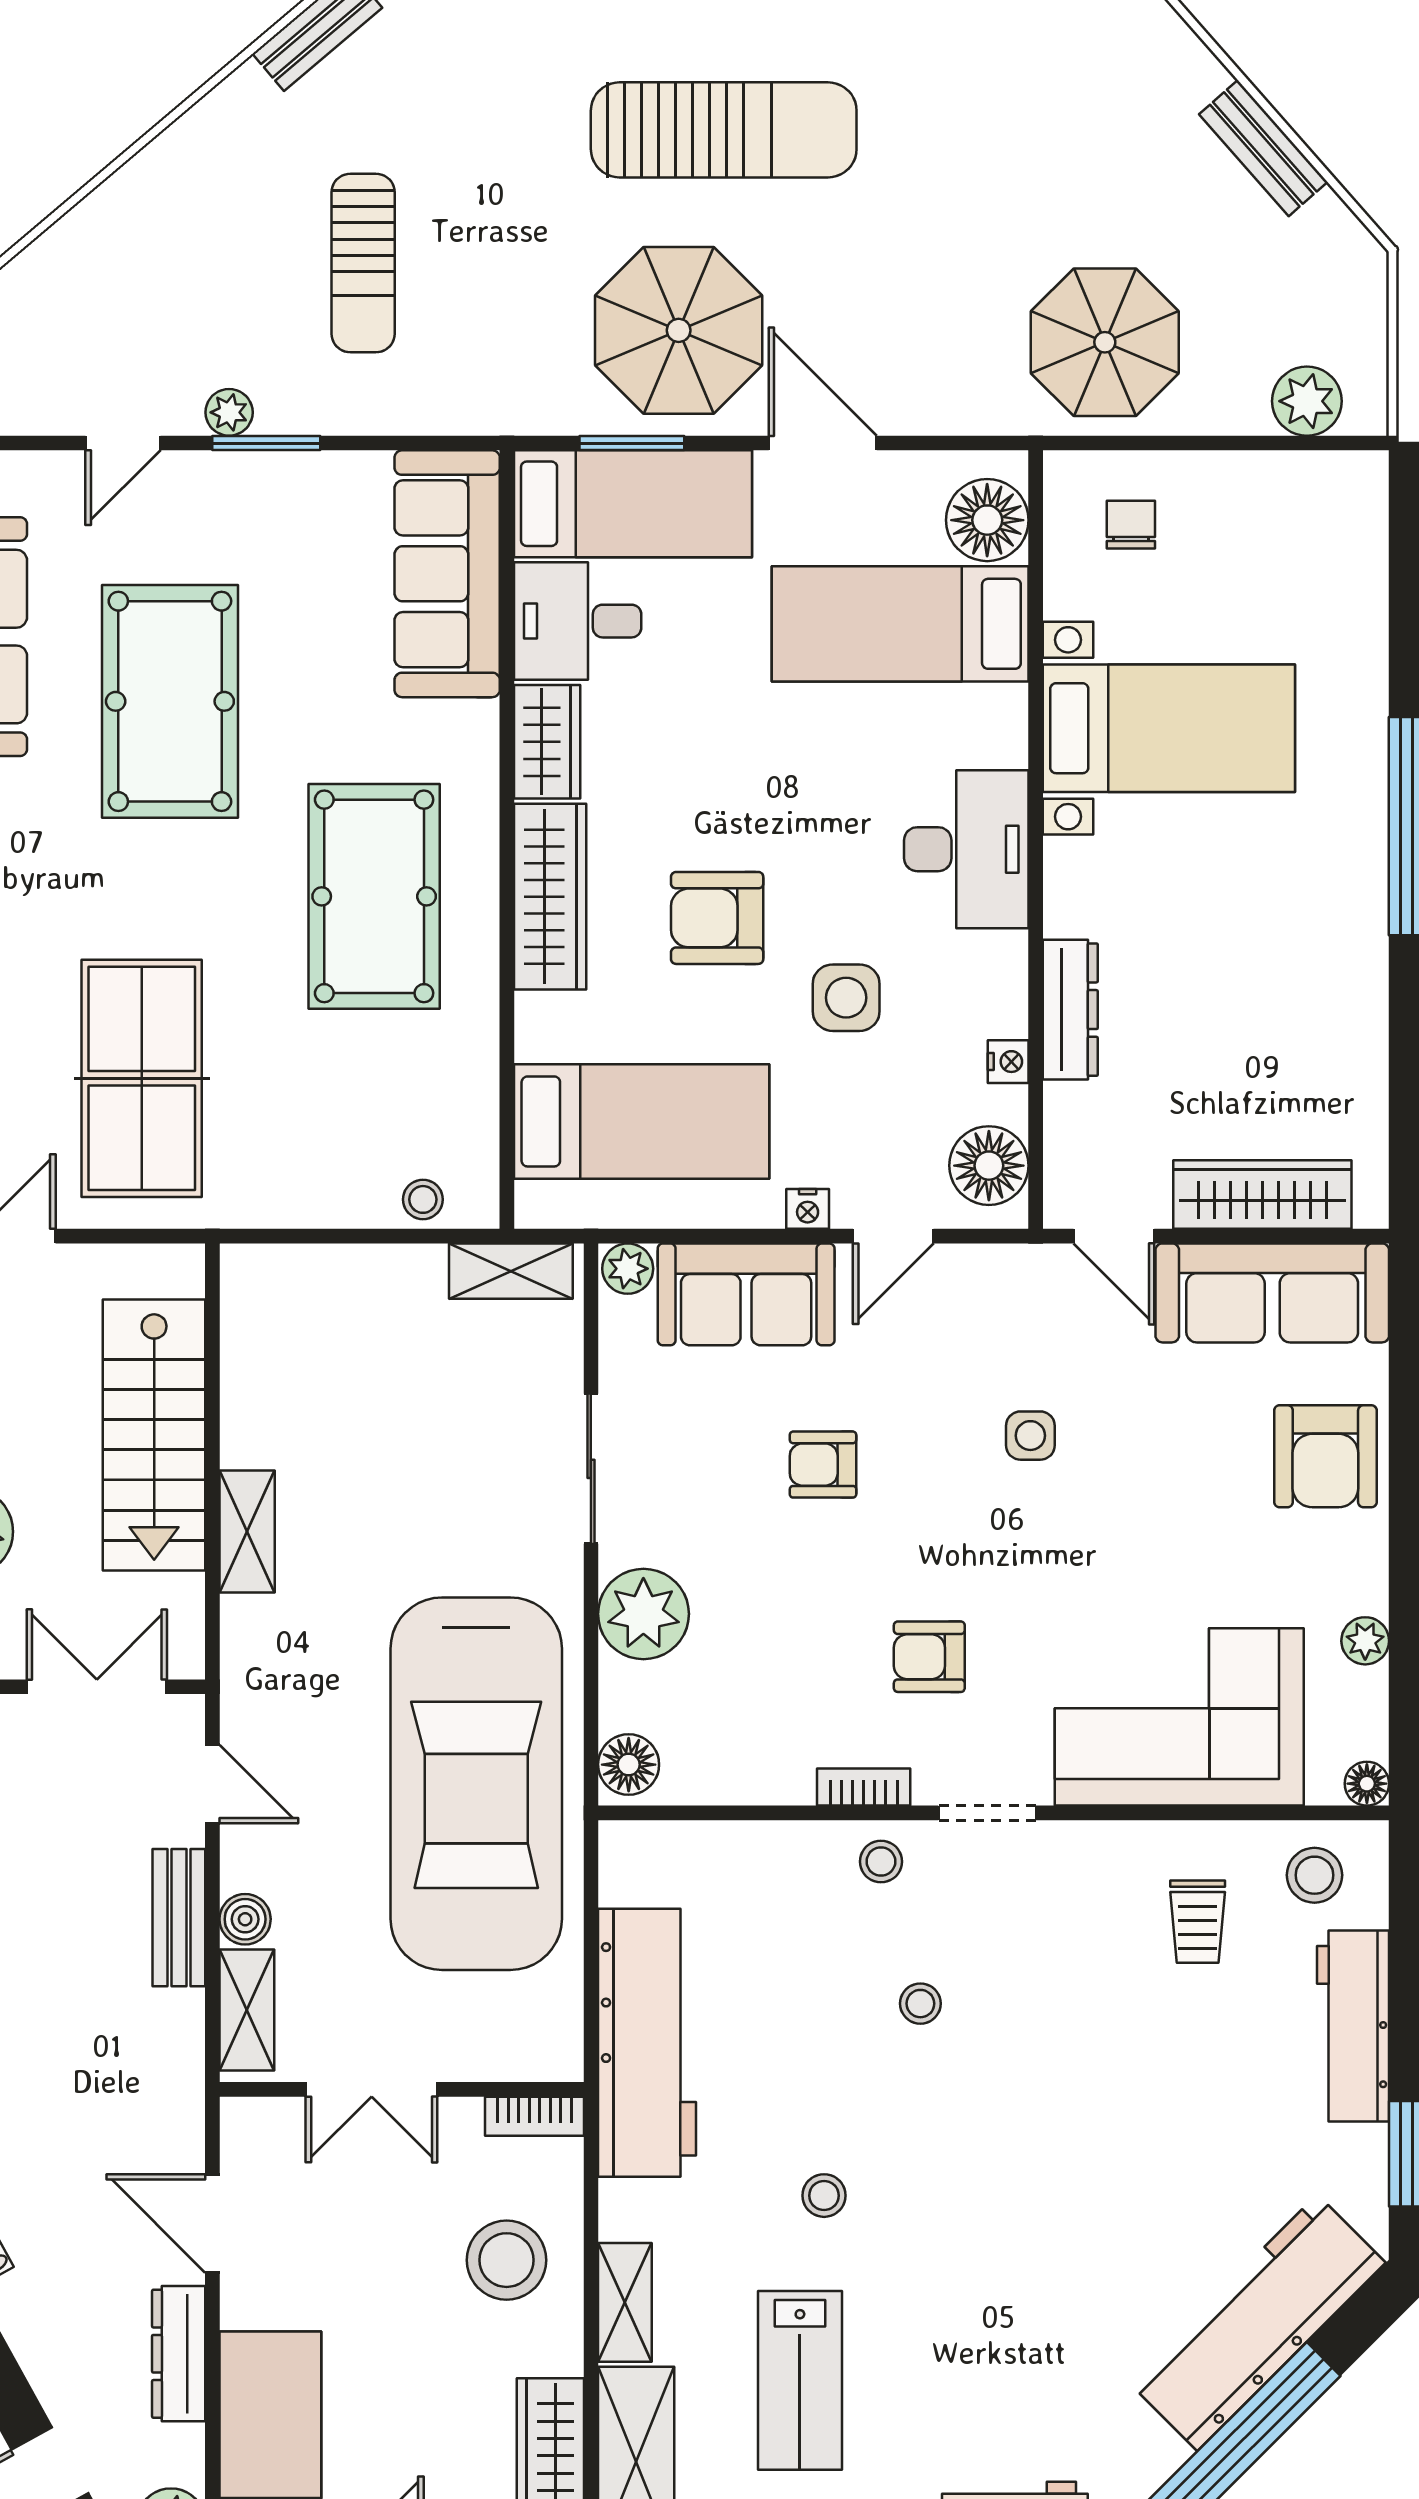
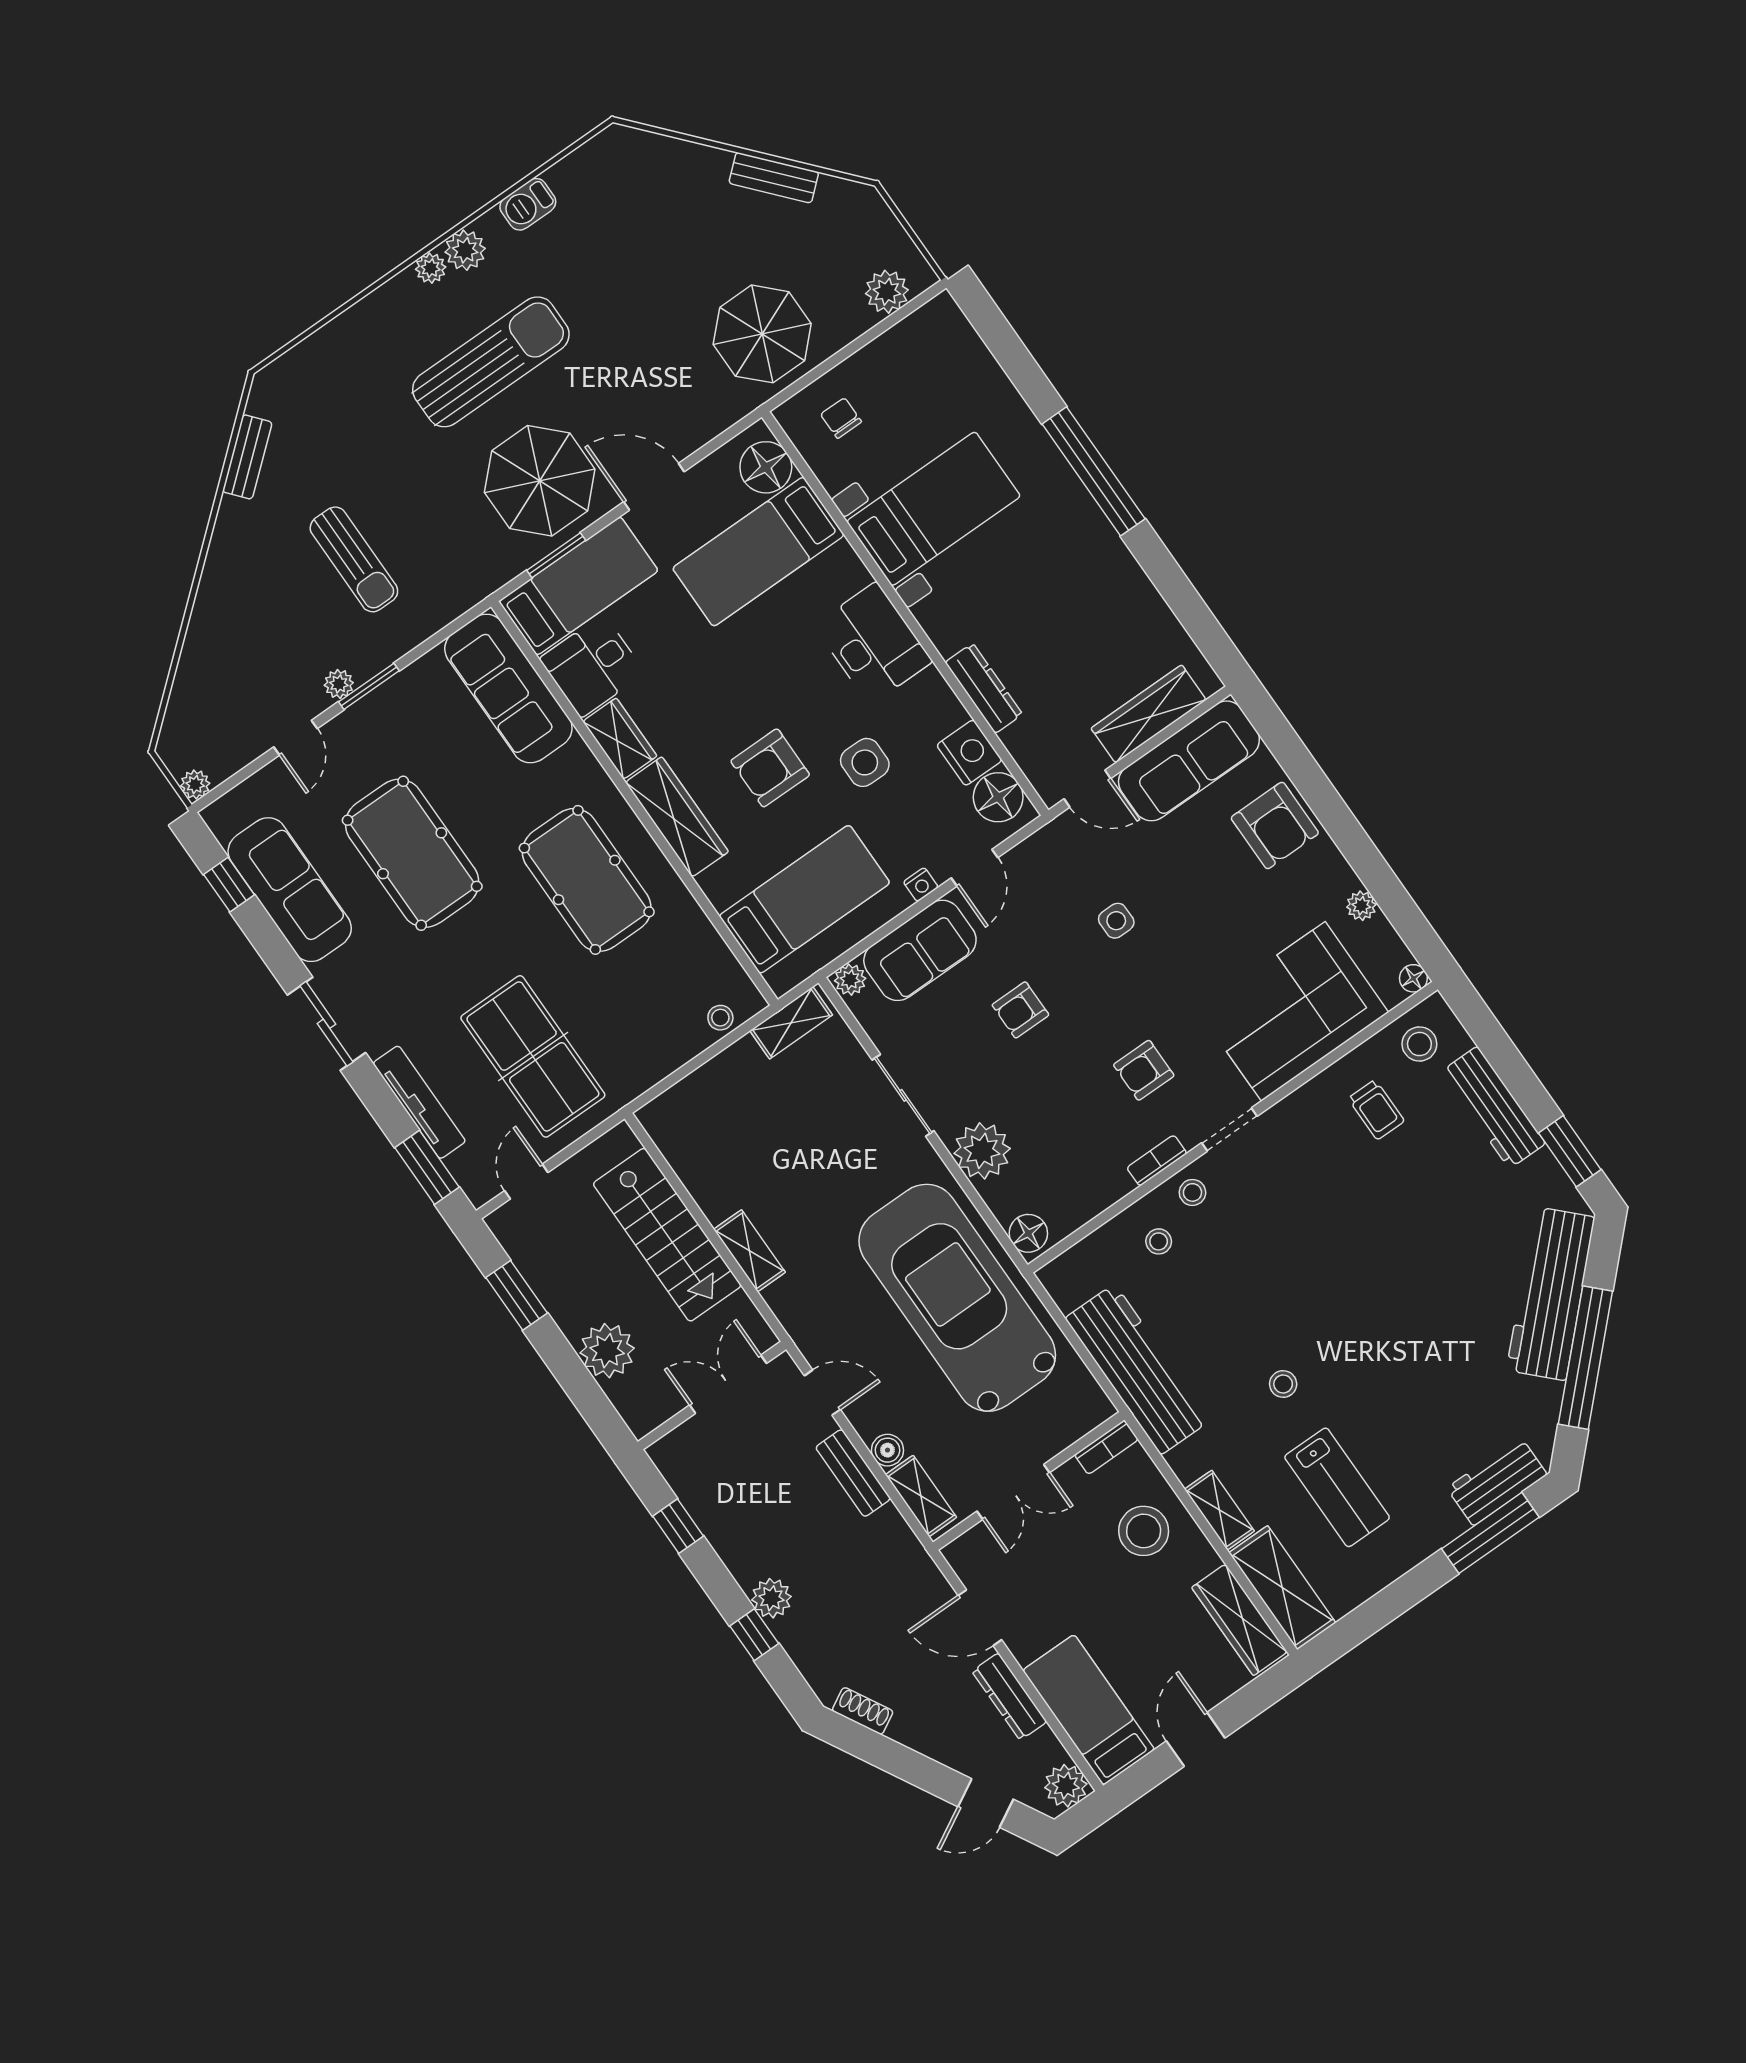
nightstand: (1008, 1062) -> (969, 753), width x1.89, depth x1.79
car: (476, 1784) -> (957, 1298), turned 180
stool: (920, 2004) -> (1159, 1241), moved

